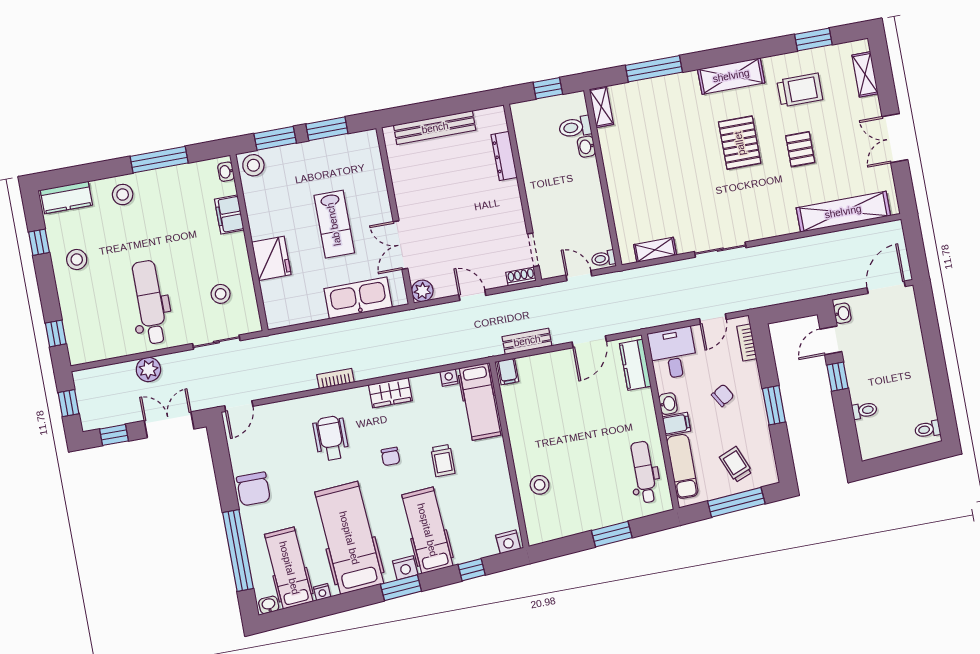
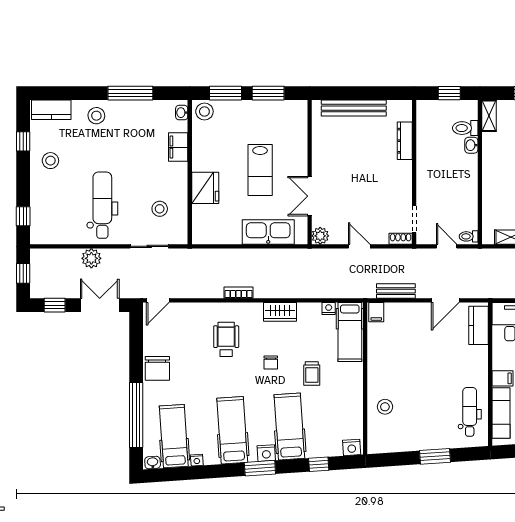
washbasin: (668, 404) -> (499, 361), removed
hospital bed: (349, 538) -> (232, 430), width x0.73, depth x0.78

